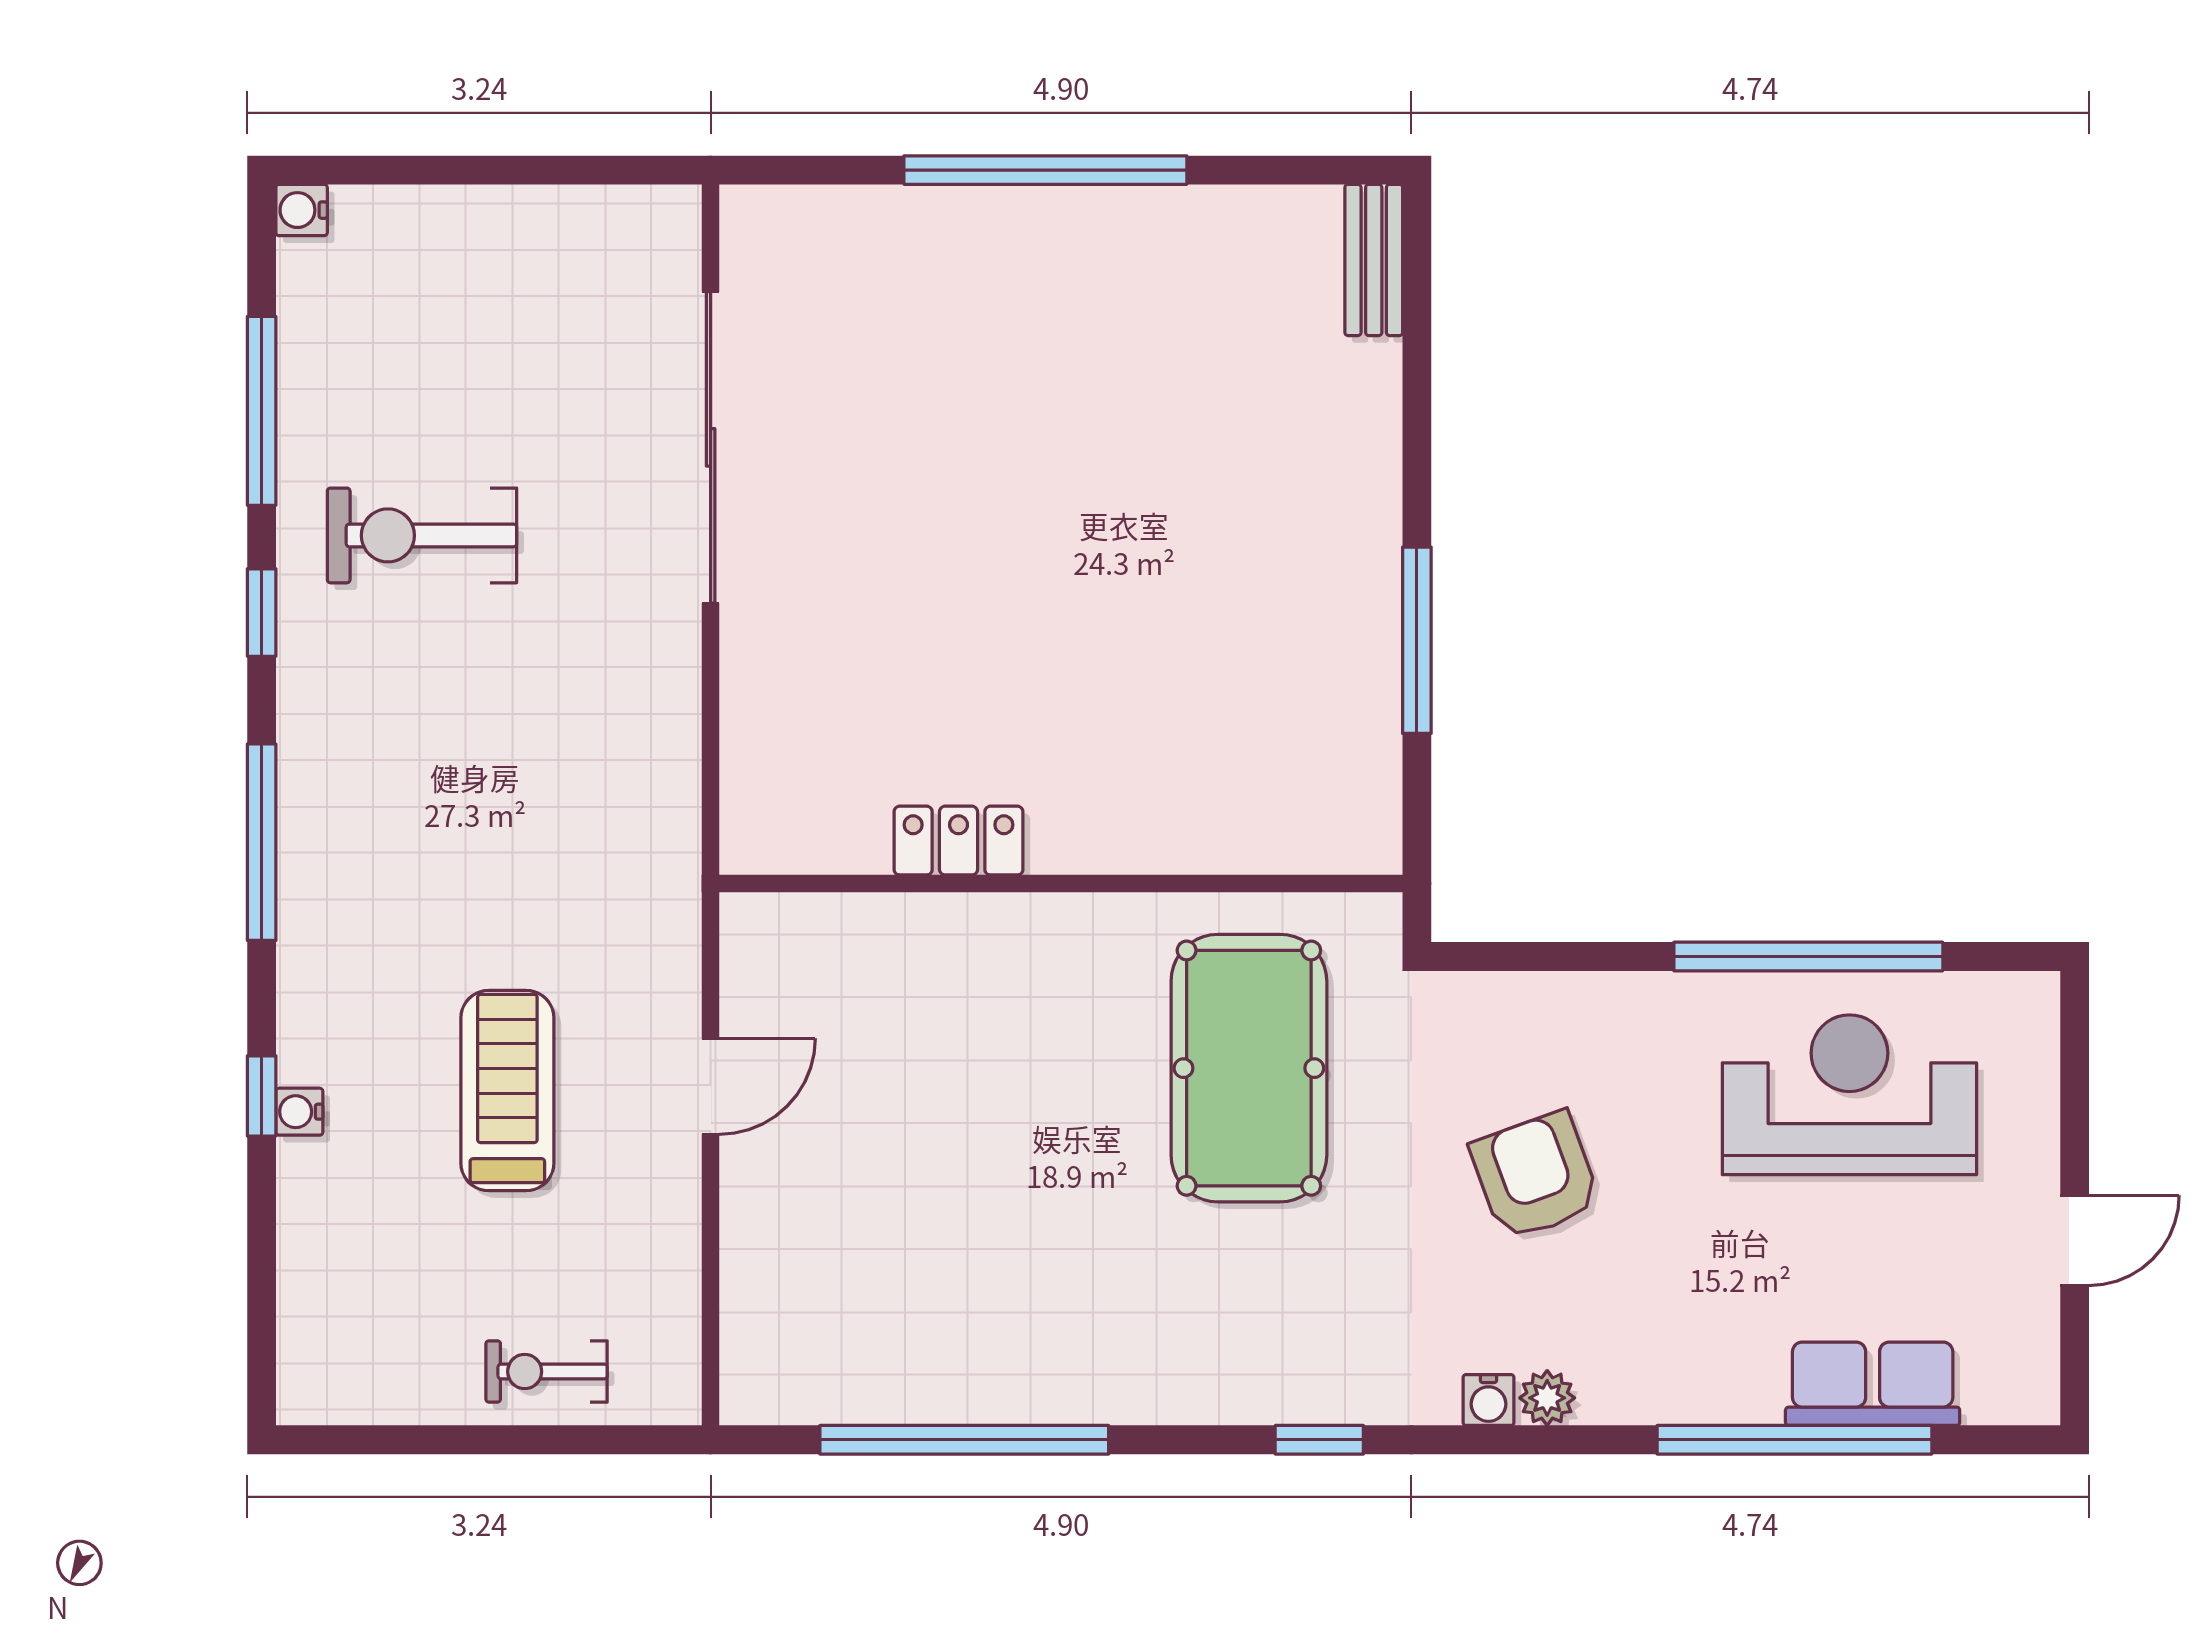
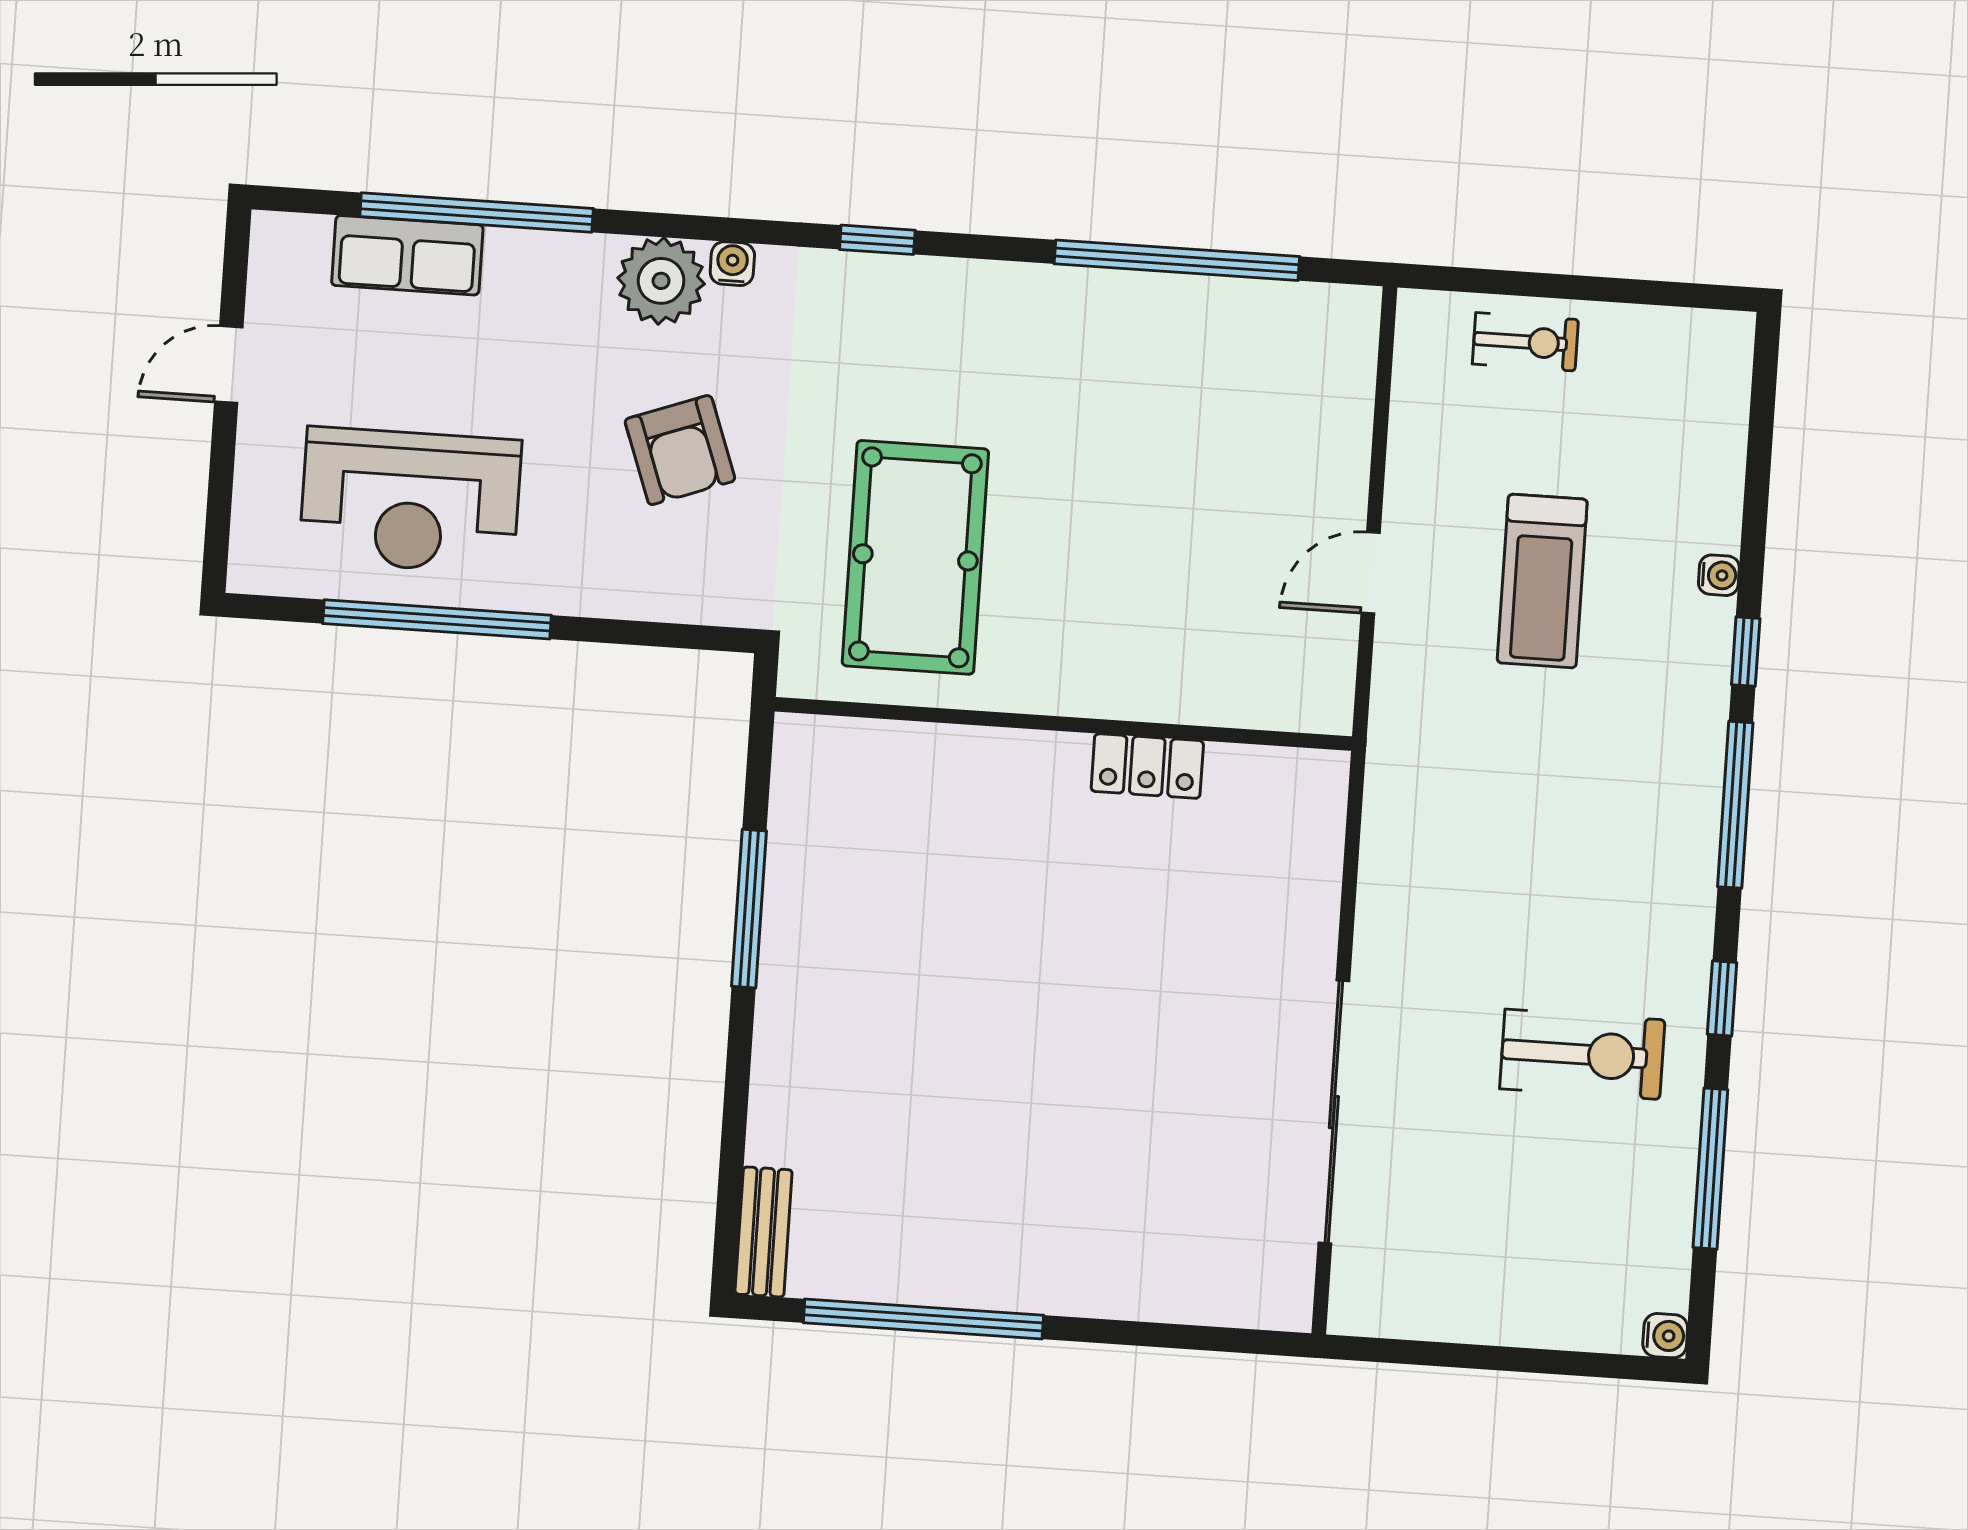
window: (1045, 170) -> (923, 1319), moved
window: (262, 1096) -> (1746, 652), moved
plant: (1547, 1398) -> (661, 281), width x1.88, depth x1.88

